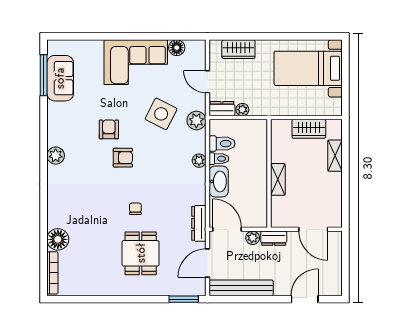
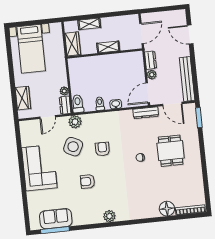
floor lamp: (177, 48) -> (26, 141), removed
toilet: (222, 144) -> (78, 104), moved
armchair: (123, 158) -> (102, 149), moved
plant: (199, 161) -> (102, 117), removed
wall: (269, 173) -> (105, 53), moved
shelving: (278, 179) -> (108, 47), moved
washbasin: (219, 182) -> (116, 104), width x0.52, depth x0.69
dining table: (141, 253) -> (171, 151), turned 90

